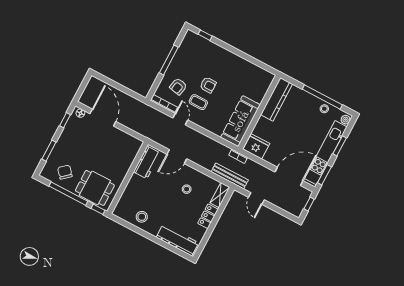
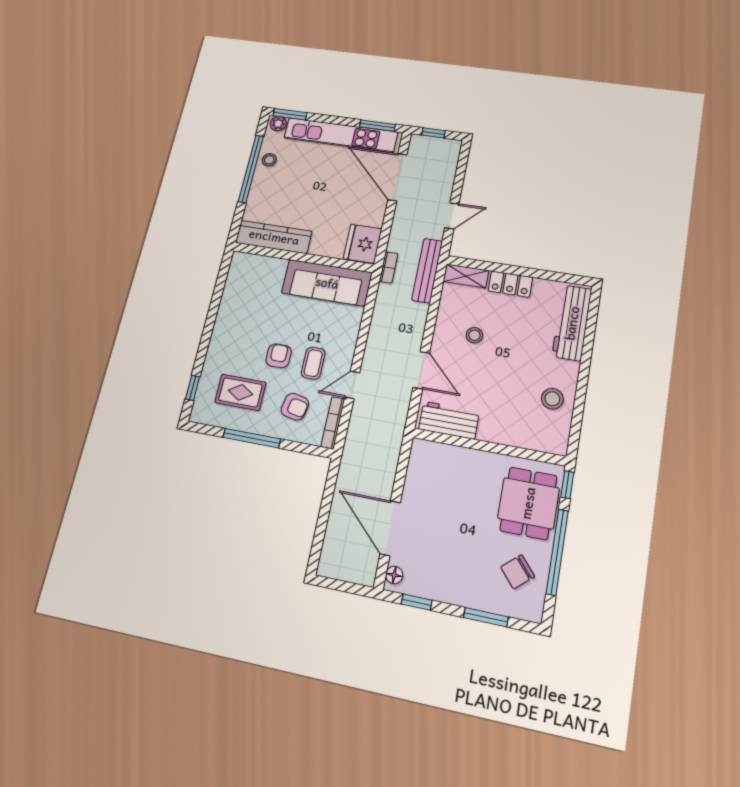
rug: (195, 60) -> (240, 392), added
door: (103, 118) -> (390, 528), hinge flipped
window: (340, 146) -> (290, 114), moved

